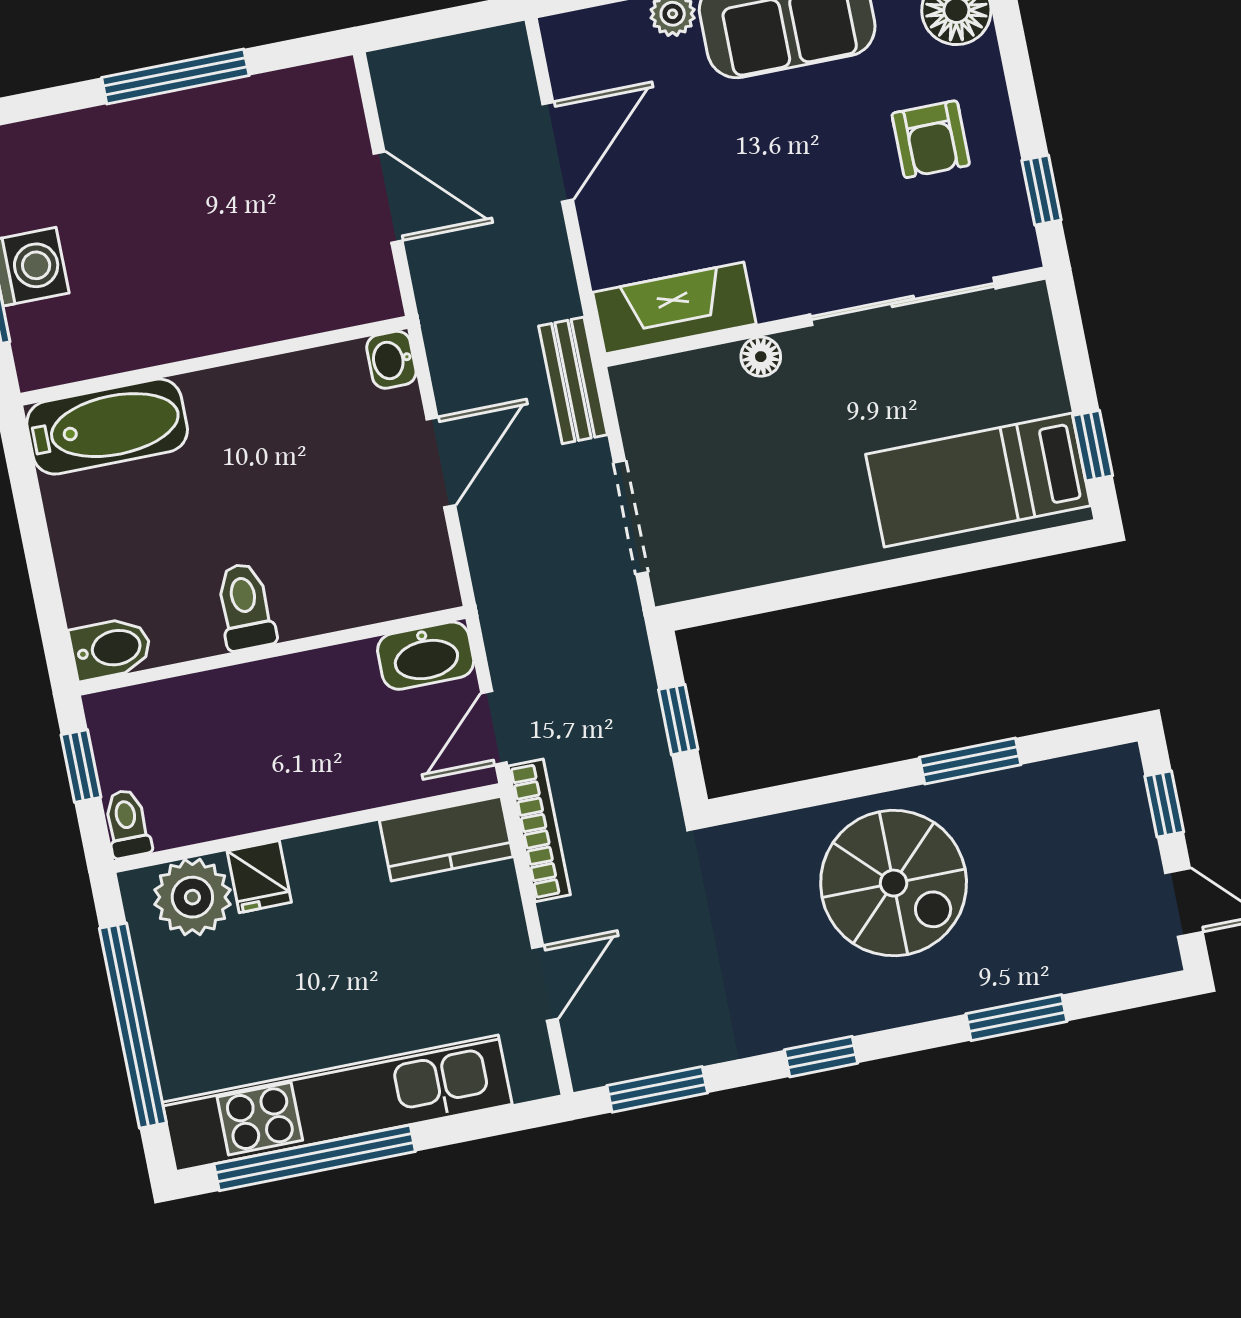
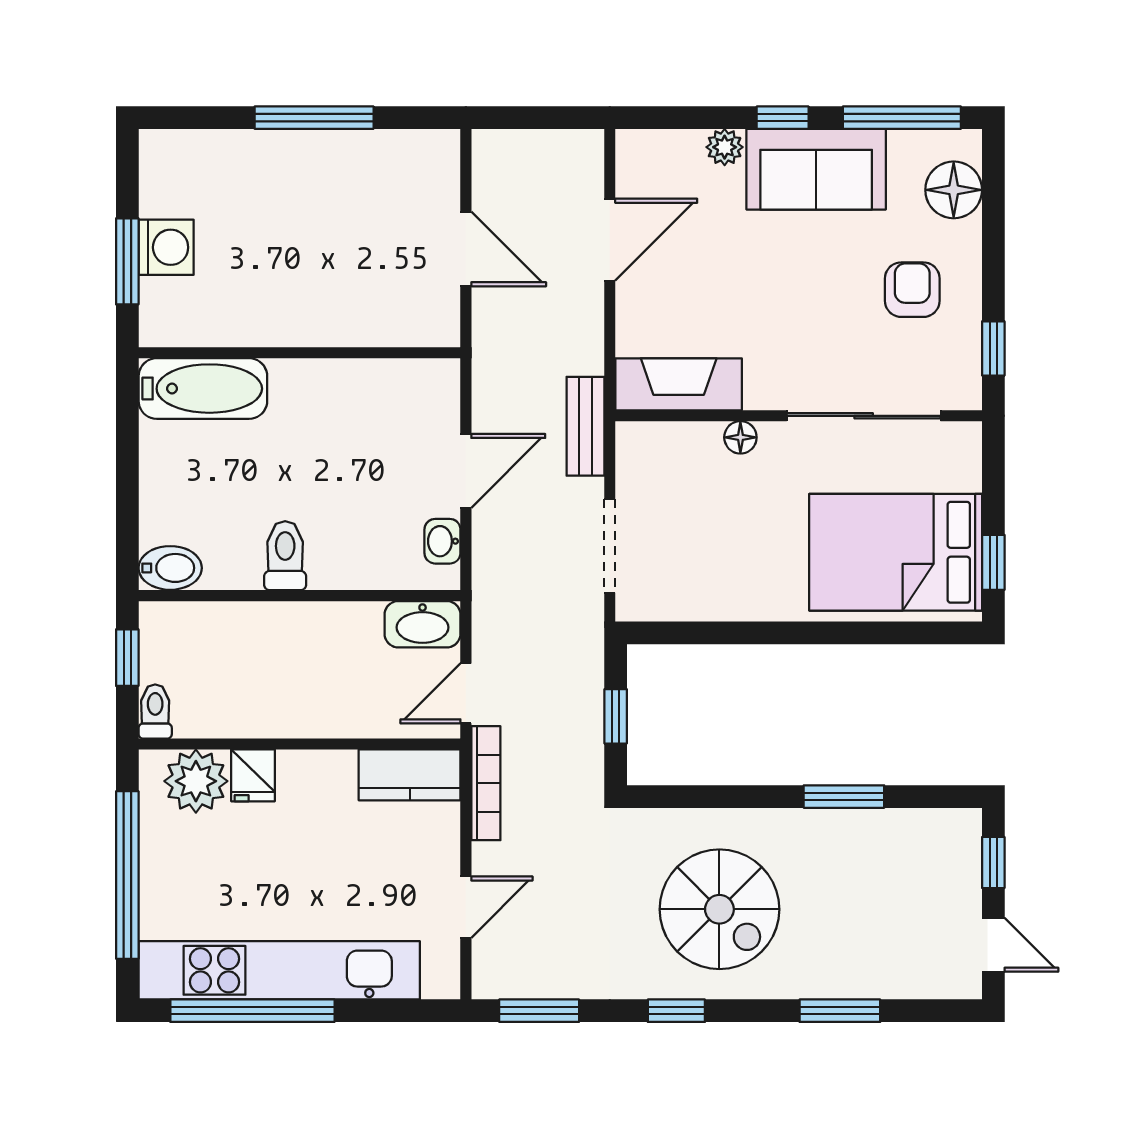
armchair: (931, 139) -> (912, 290), turned 180
washbasin: (391, 360) -> (442, 541), moved
bed: (978, 480) -> (896, 552), width x1.50
spiral stairs: (894, 883) -> (719, 909), moved

